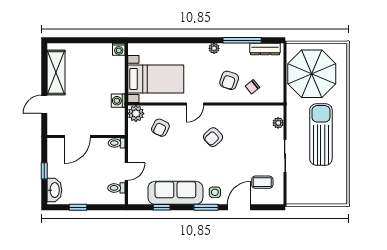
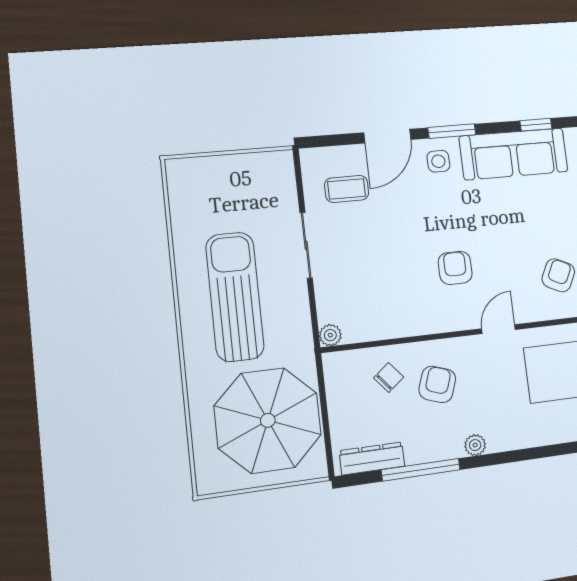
plant: (278, 123) -> (330, 335), moved
sun lounger: (321, 134) -> (235, 297), turned 180
armchair: (213, 137) -> (455, 268), turned -47

